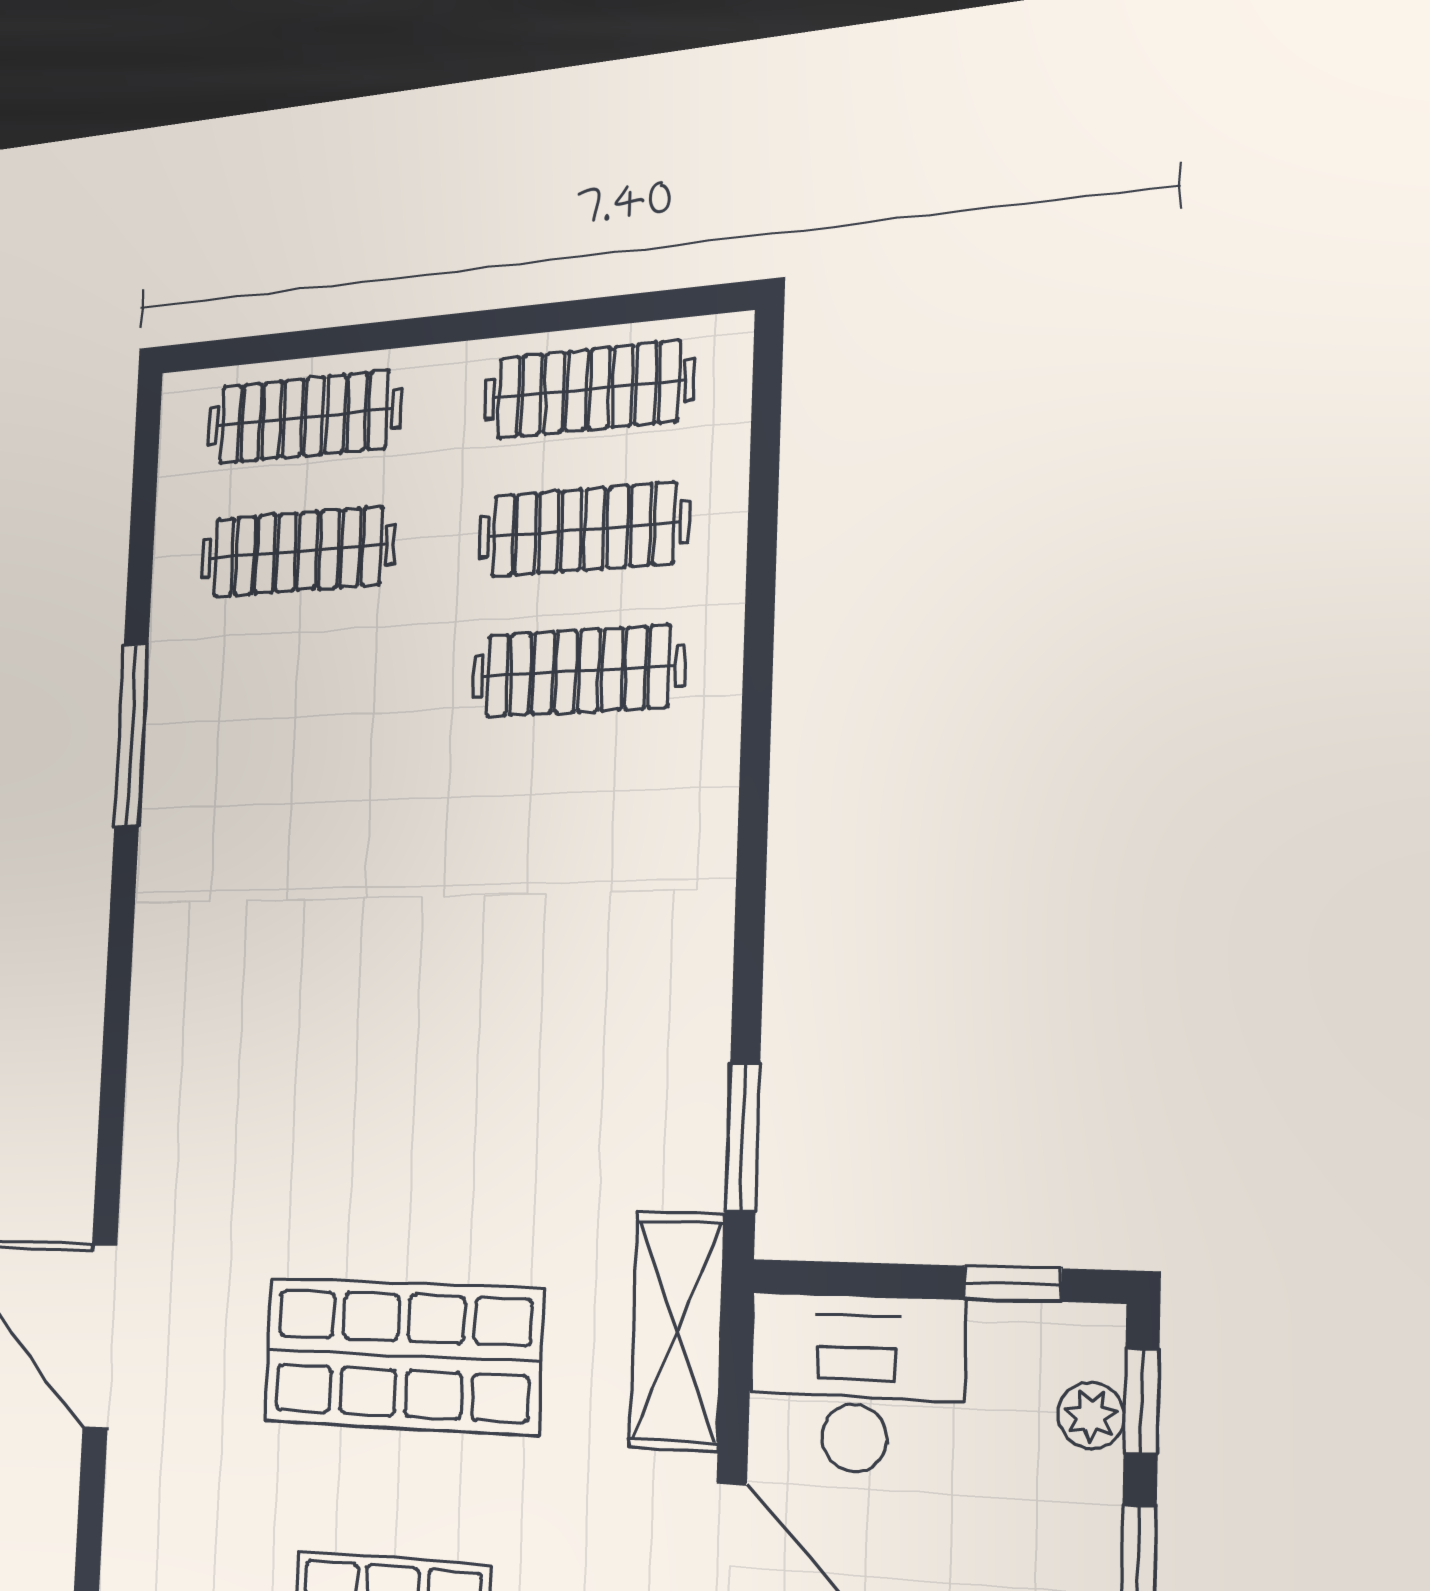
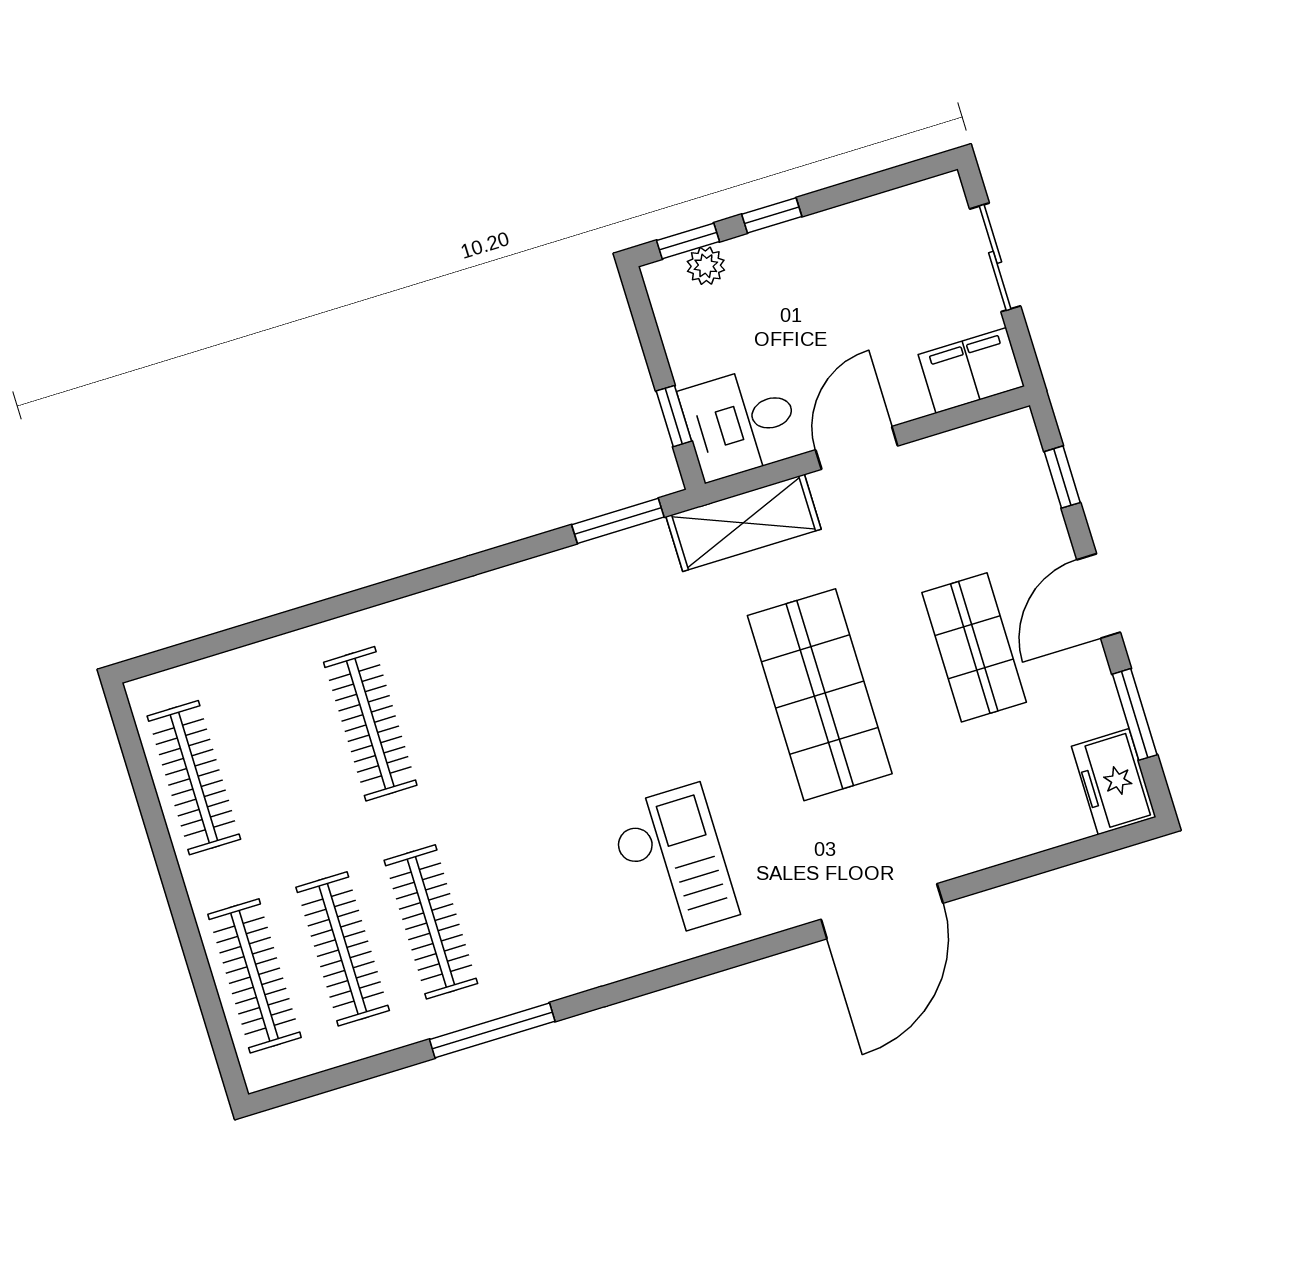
clothes rail: (583, 530) -> (431, 922), moved
checkout: (254, 1060) -> (673, 862), added
window: (1012, 1284) -> (674, 416), moved
desk: (856, 1383) -> (741, 422), width x0.73

